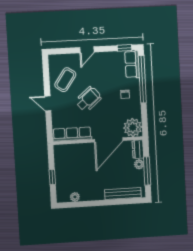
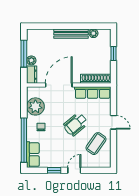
window: (124, 48) -> (54, 170), moved
plant: (133, 127) -> (35, 106), moved
shoe rack: (70, 149) -> (96, 79), added
bench: (123, 194) -> (71, 34), moved

